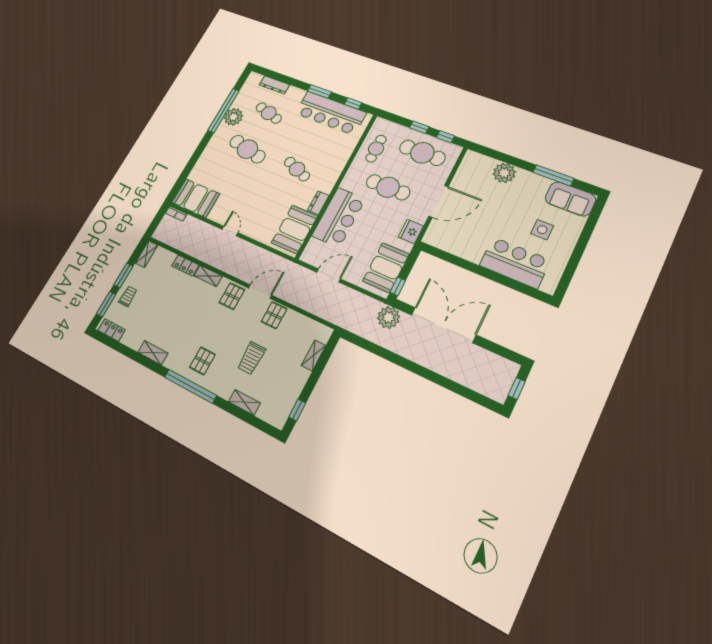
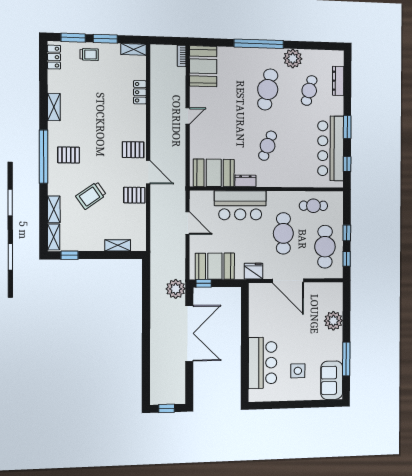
window: (224, 110) -> (259, 44), moved
shelving: (208, 276) -> (54, 237), moved
trolley: (251, 358) -> (91, 196), turned -35

